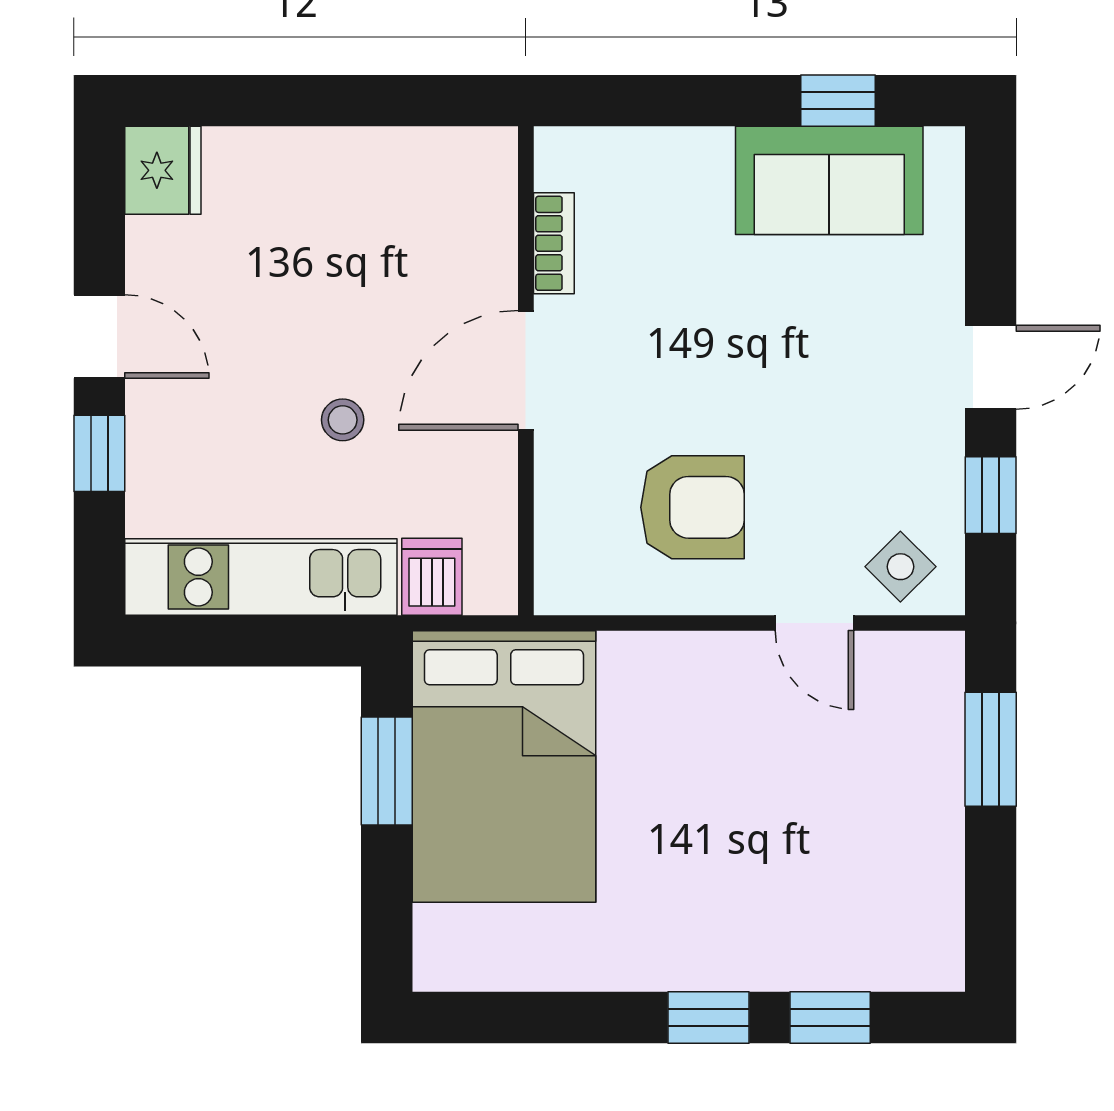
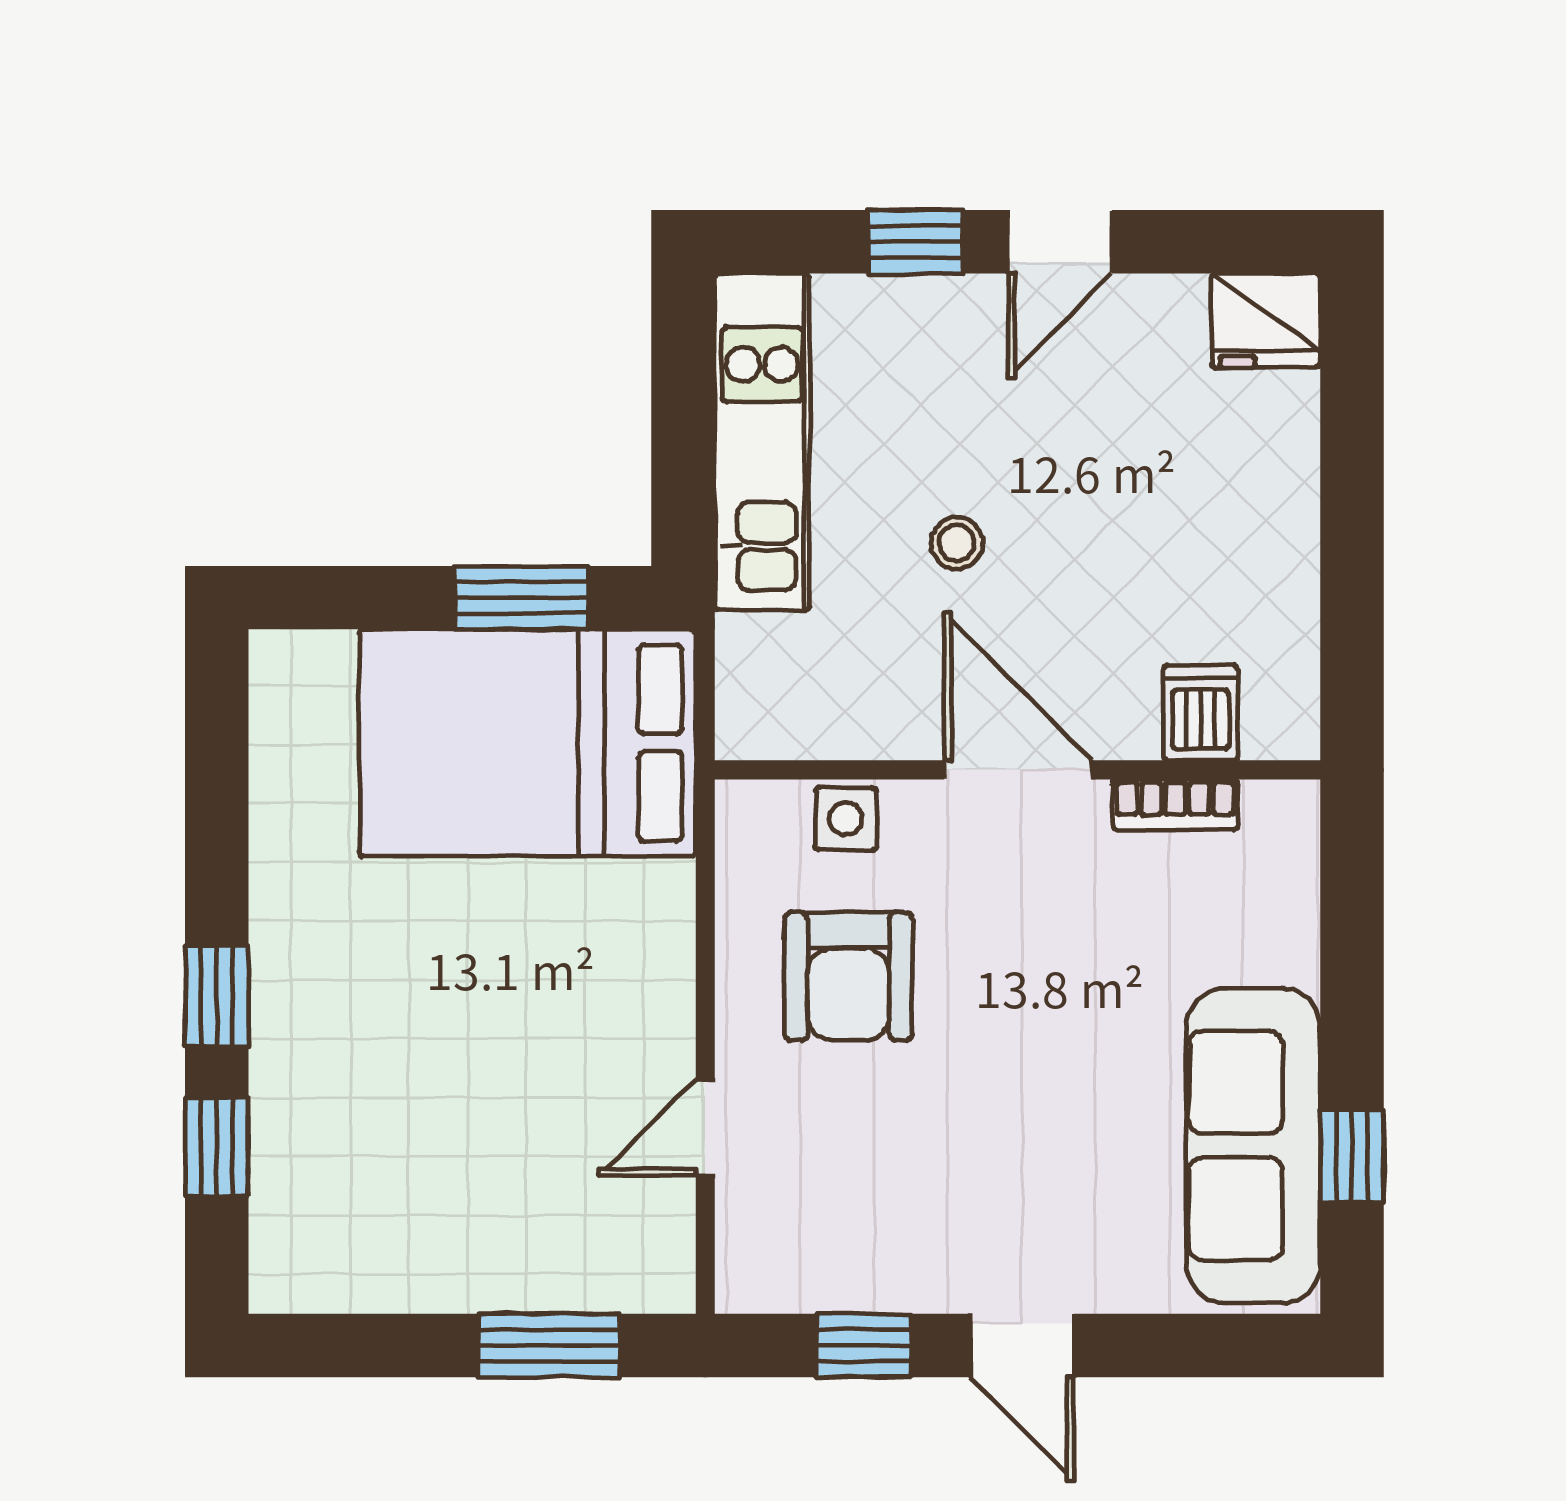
sofa: (829, 180) -> (1253, 1146), width x1.36
side table: (900, 567) -> (846, 819), moved, turned 45
dishwasher: (432, 577) -> (1201, 713), moved, turned -90

